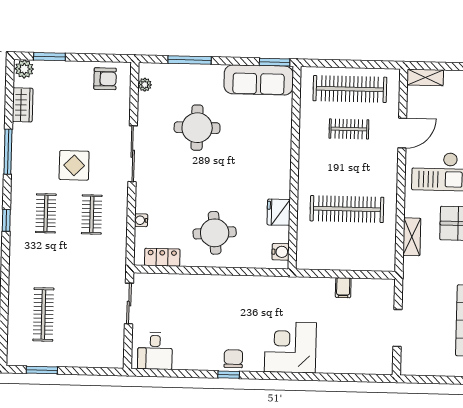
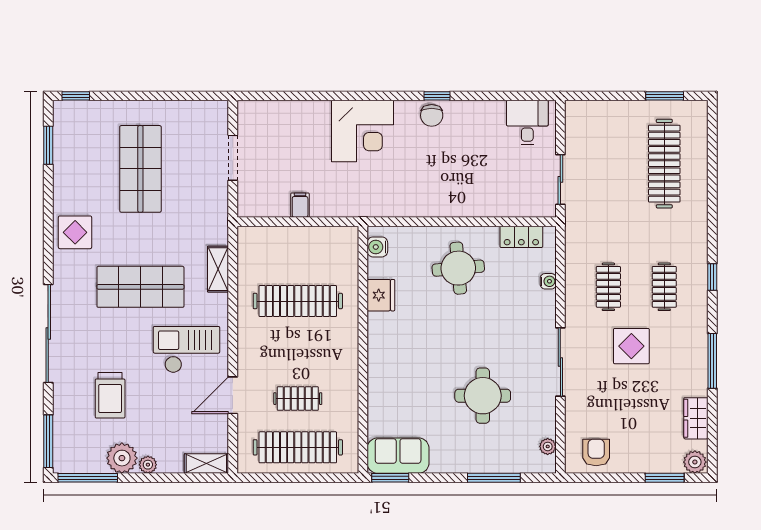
armchair: (105, 79) -> (596, 452), turned 90
sofa: (259, 80) -> (398, 456), width x0.73
clothes rail: (43, 314) -> (664, 164), width x1.37, depth x1.31

